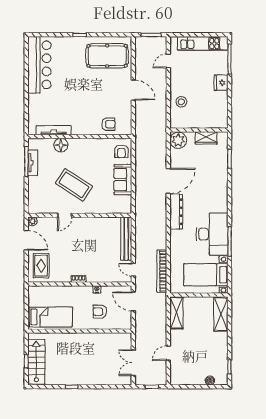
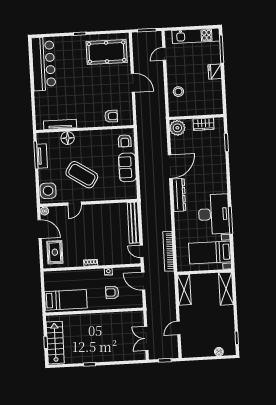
side table: (37, 200) -> (48, 191), added

